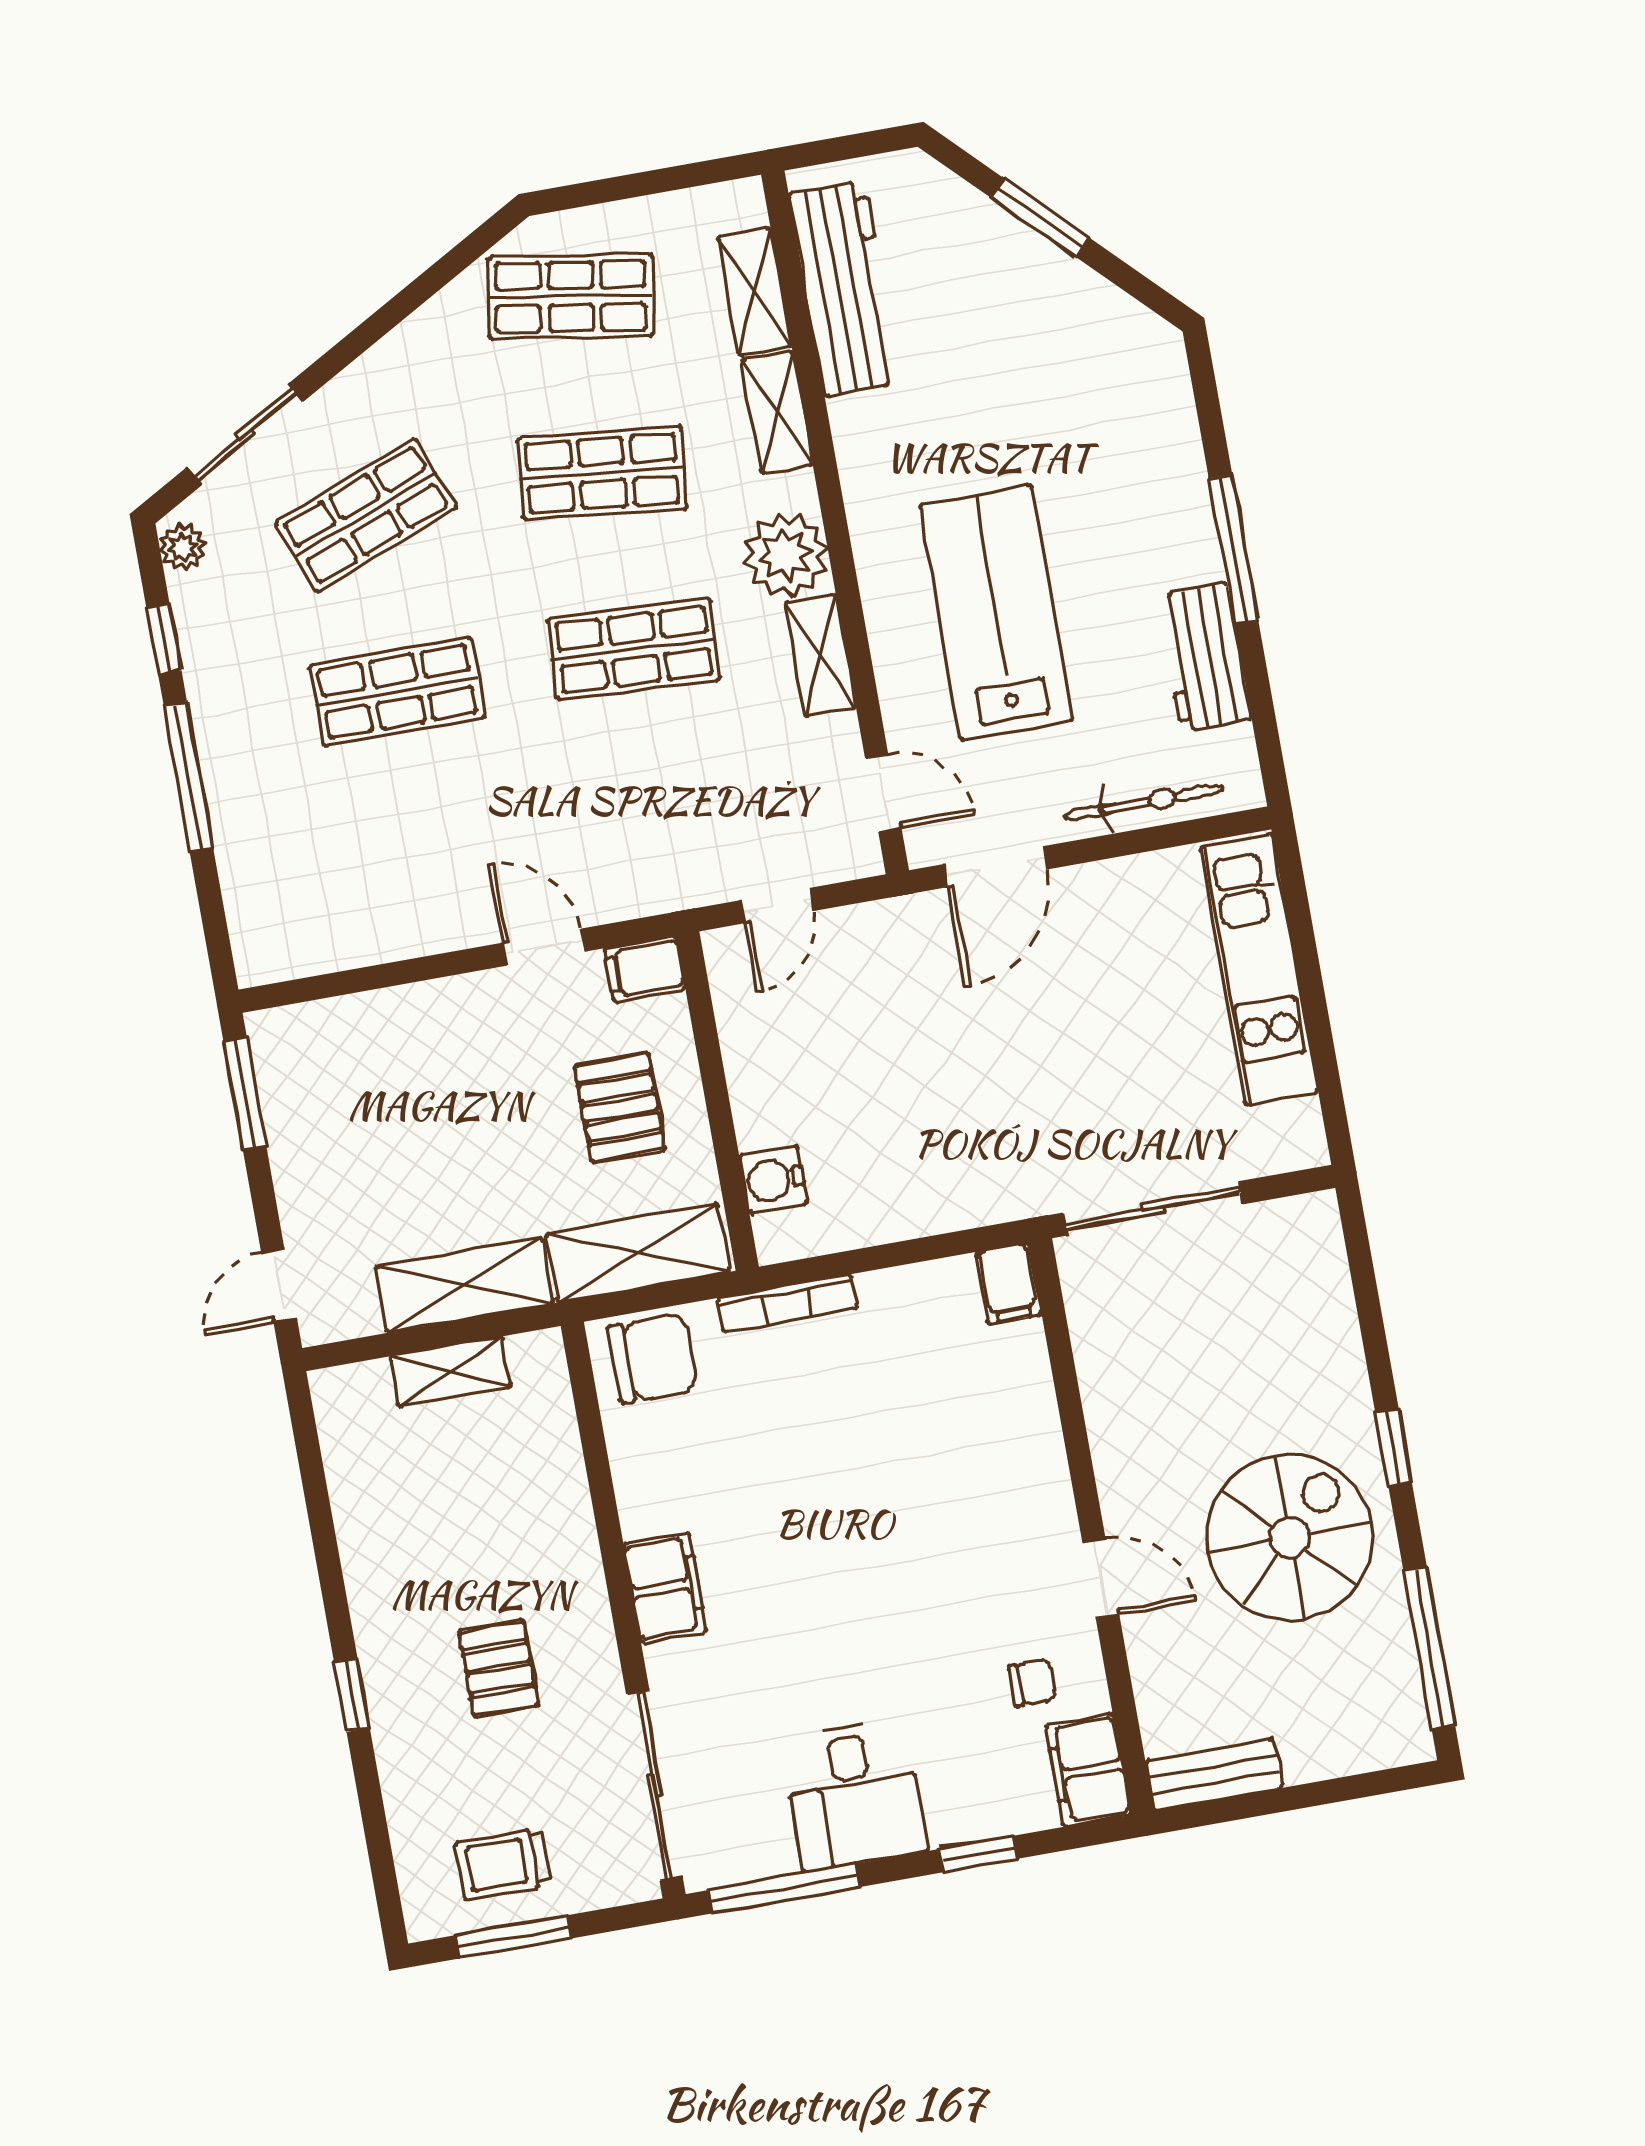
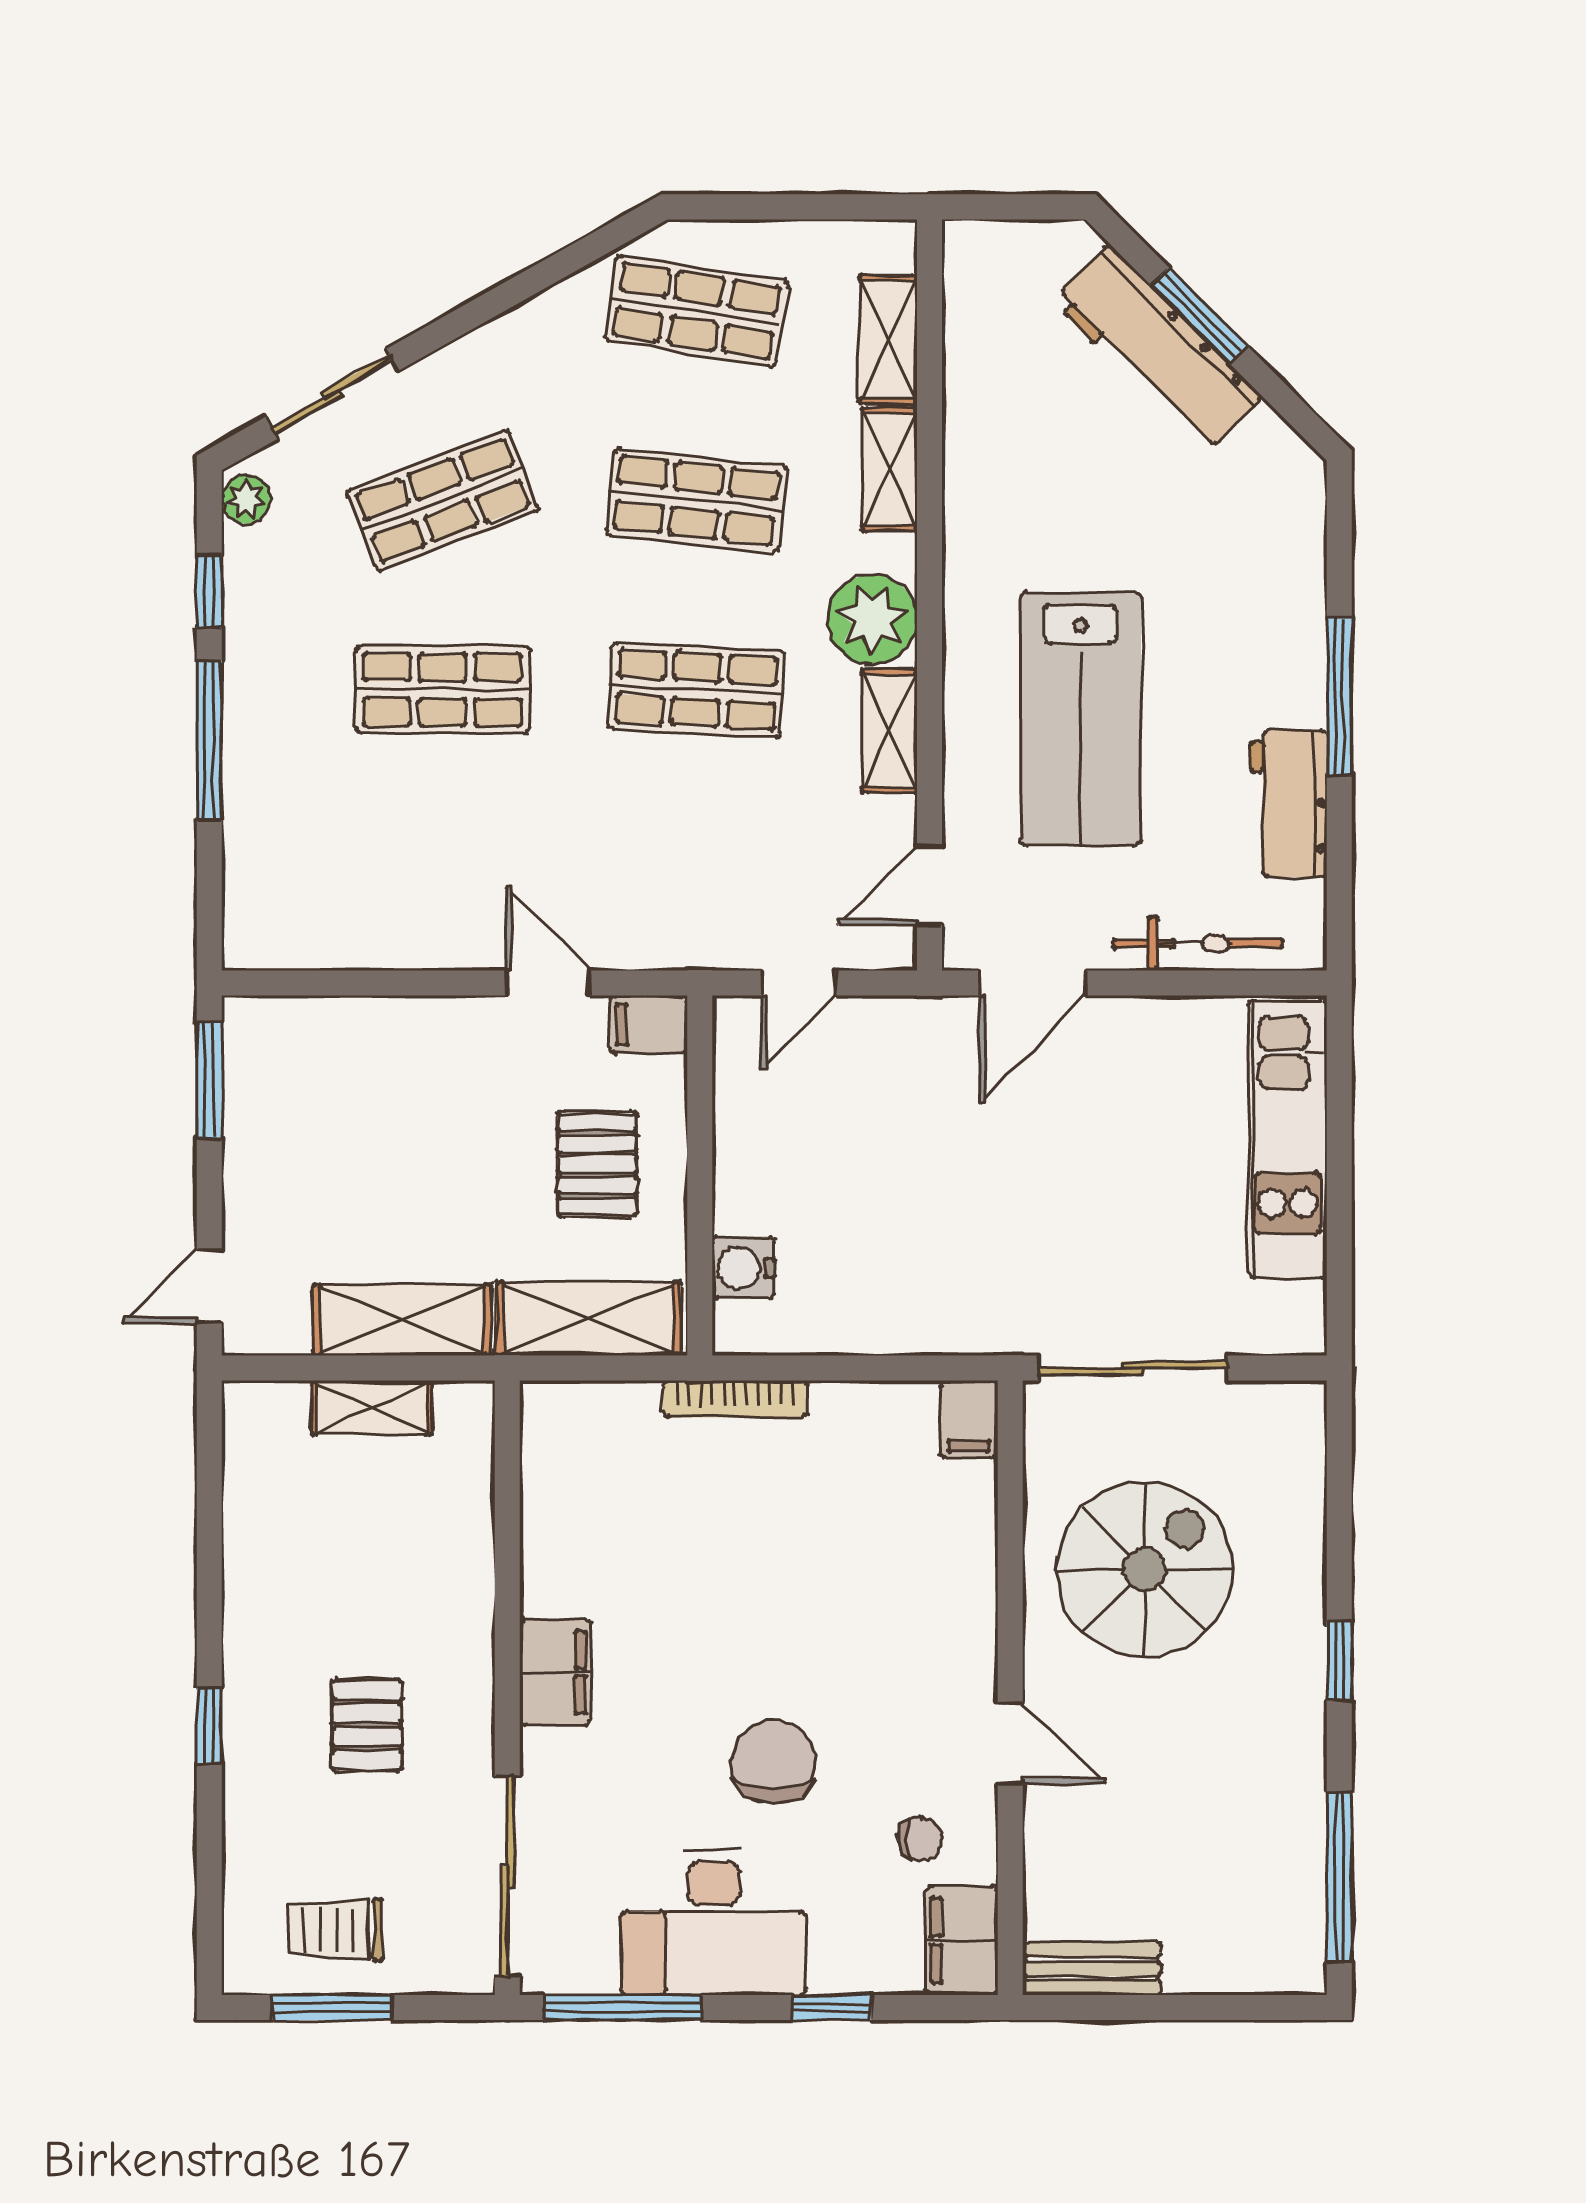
workbench: (845, 289) -> (1157, 349), moved, turned 135
lab bench: (996, 613) -> (1080, 719), turned 180
door: (883, 793) -> (930, 886), swing flipped
chair: (652, 1358) -> (773, 1762), moved, turned -90
spiral stairs: (1290, 1538) -> (1144, 1570), moved
desk: (854, 1795) -> (714, 1923), width x1.37

